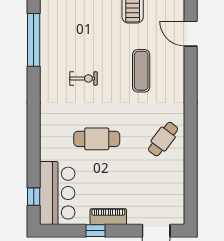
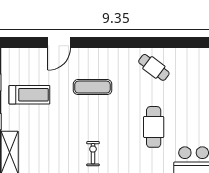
exercise bike: (84, 78) -> (93, 154), moved

